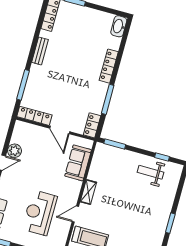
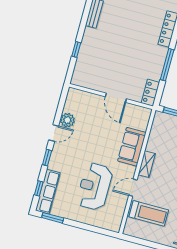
window: (23, 85) -> (76, 49), width x0.46
locker: (34, 116) -> (89, 83), removed
sofa: (78, 163) -> (132, 147), moved

